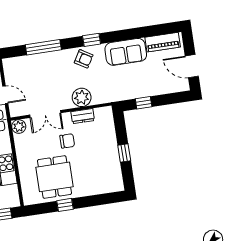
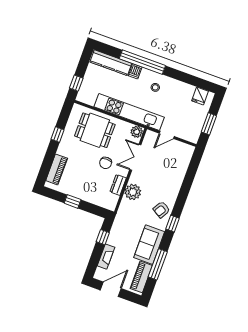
window: (43, 47) -> (158, 264), moved
fireplace: (161, 89) -> (106, 257), added
dining table: (55, 177) -> (95, 130), moved
piano: (101, 187) -> (57, 169), added

